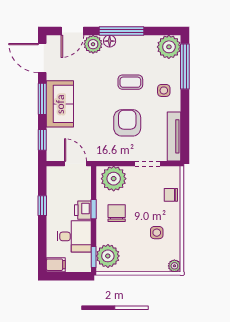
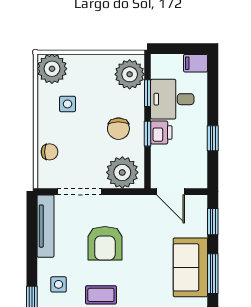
doorway: (147, 164) -> (79, 192), width x1.38
window: (94, 257) -> (148, 93), moved
plant: (174, 266) -> (52, 69), width x1.87, depth x1.87

